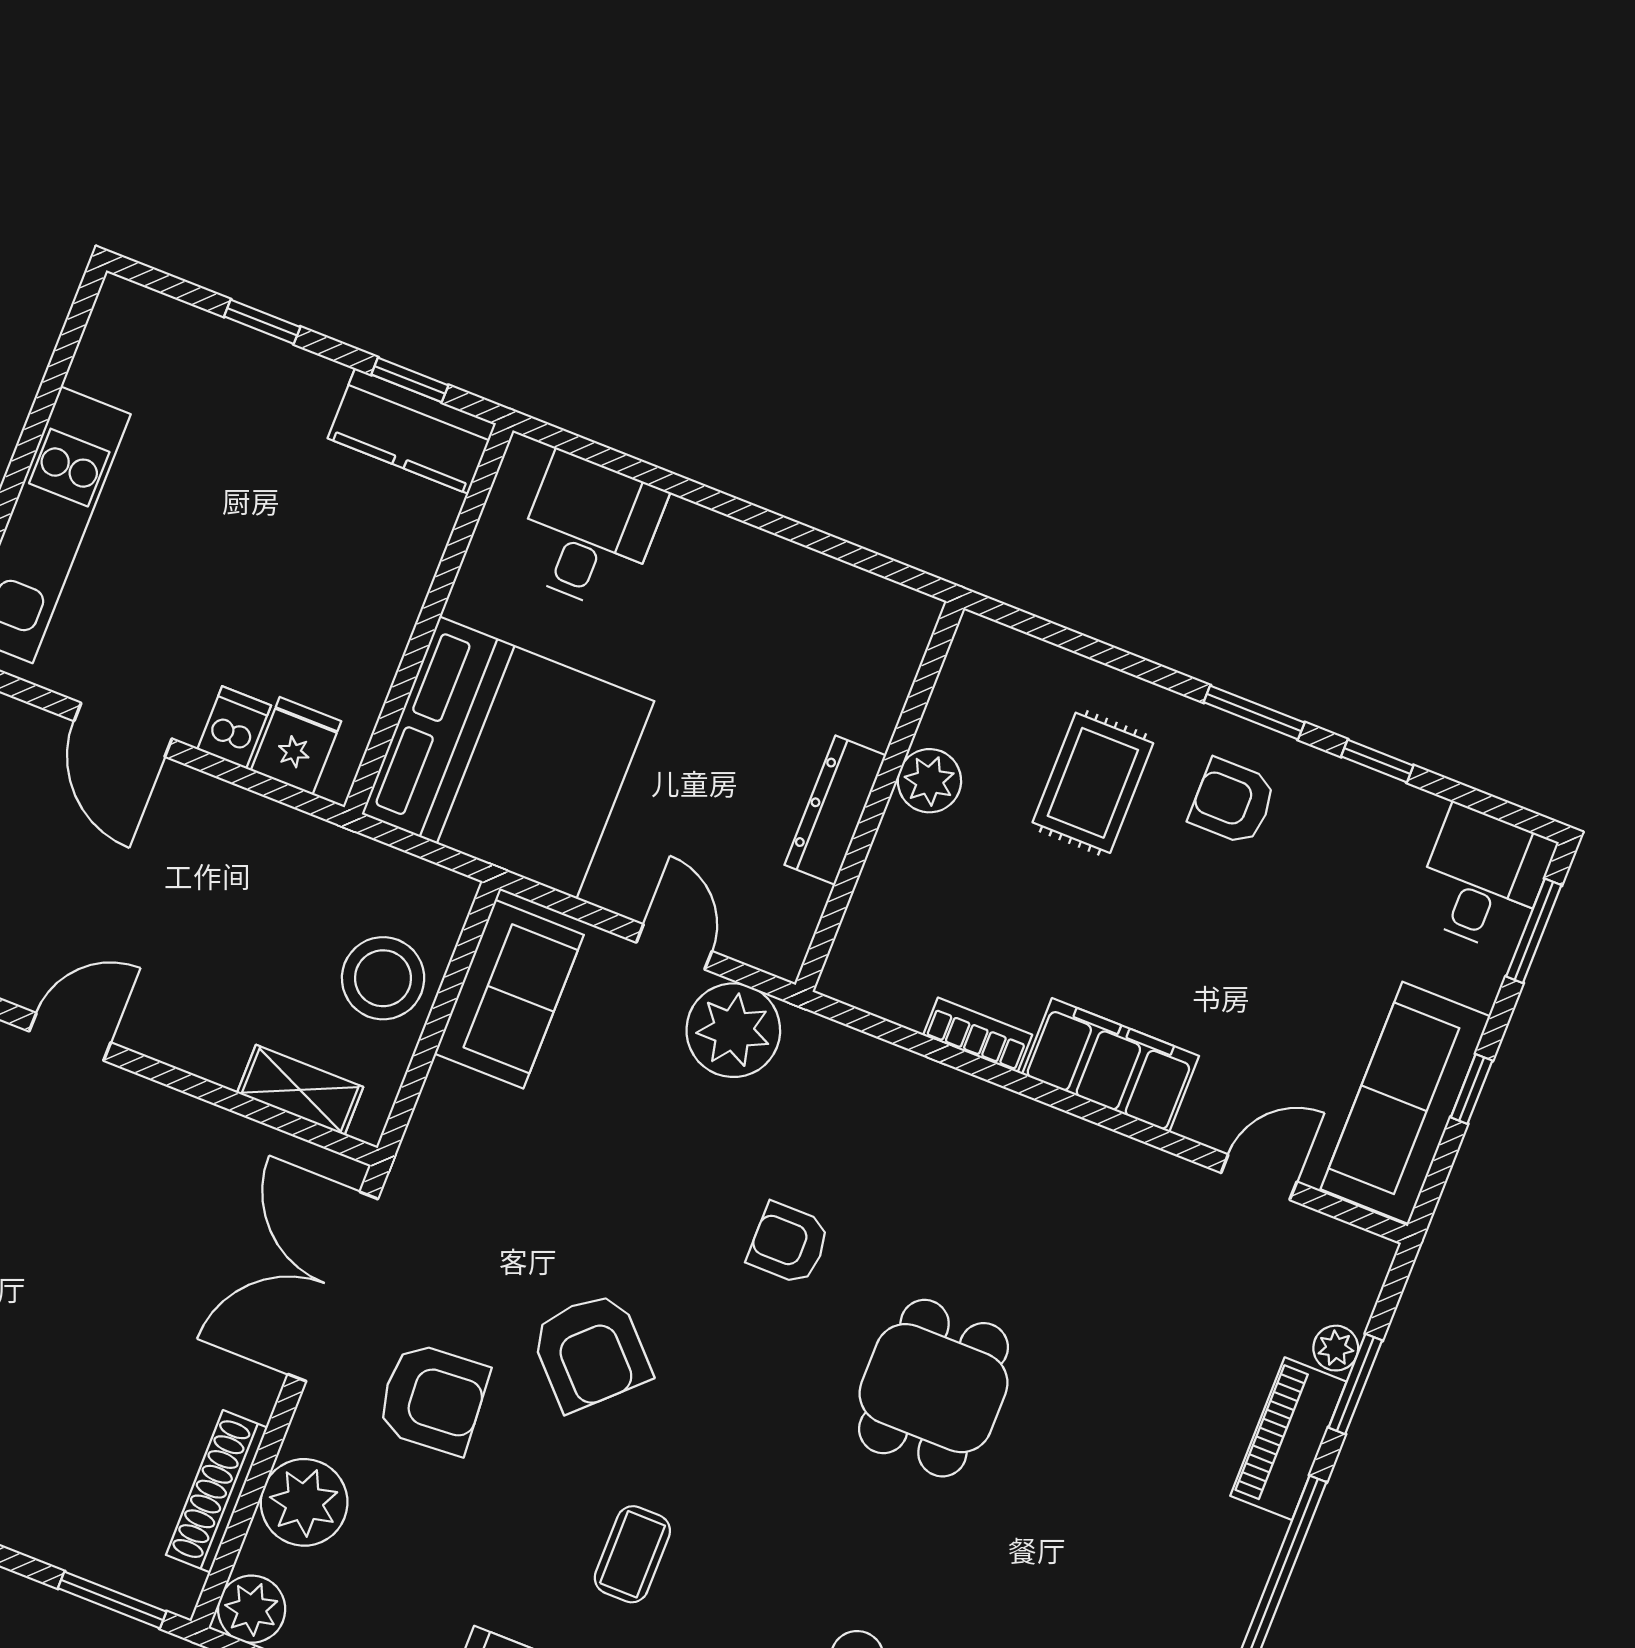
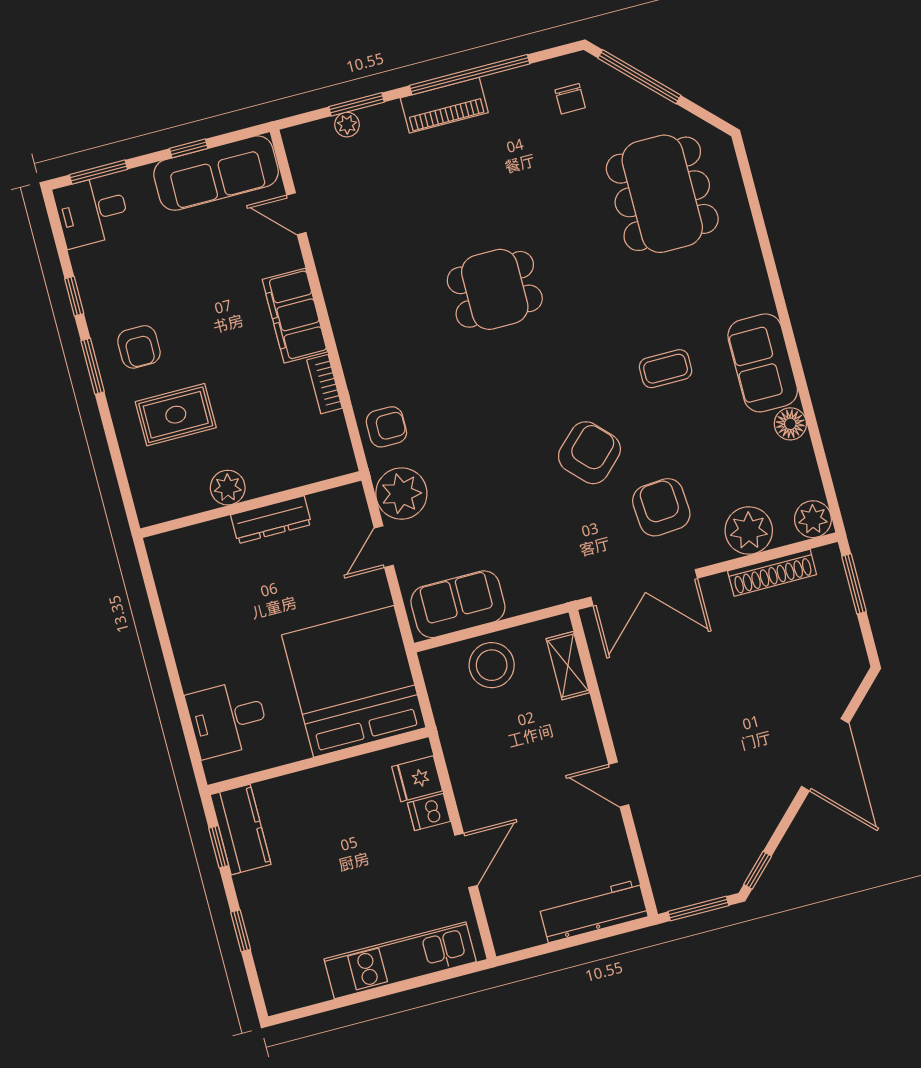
armchair: (789, 1243) -> (386, 427), moved, turned -90
piano: (1288, 1439) -> (444, 105), moved

